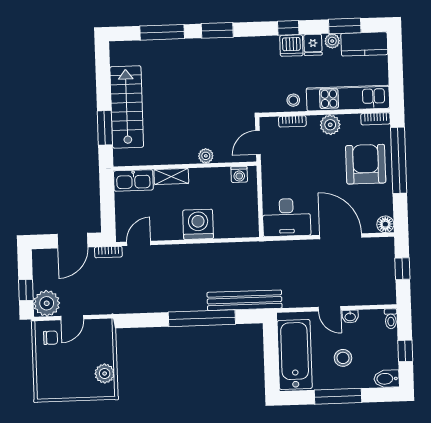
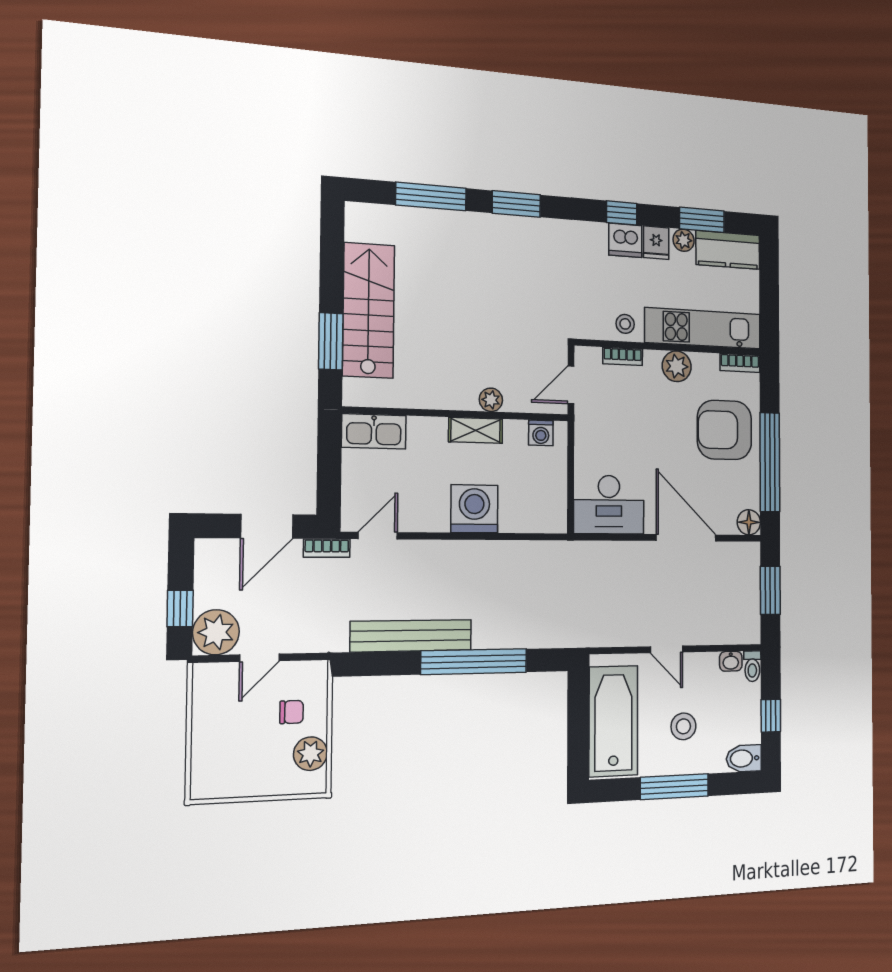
window: (399, 160) -> (770, 462), moved
armchair: (366, 164) -> (724, 430), turned -90
shelving: (171, 176) -> (476, 430), moved
window: (402, 269) -> (770, 590), width x1.50
bench: (244, 300) -> (411, 636), moved
washbasin: (350, 317) -> (731, 661), moved
chair: (51, 338) -> (292, 712), moved

